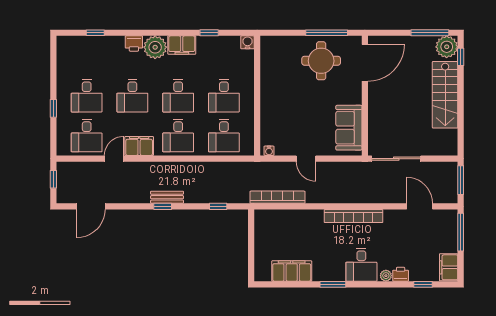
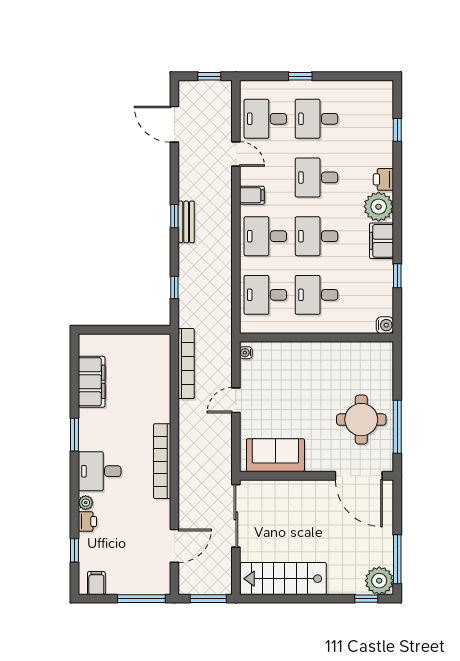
stairs: (445, 95) -> (283, 579), moved
filing cabinet: (139, 146) -> (252, 195), width x0.50
filing cabinet: (449, 267) -> (96, 583), width x0.50

